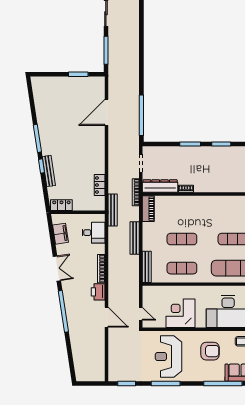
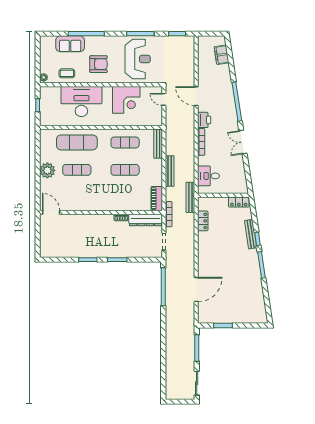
filing cabinet: (60, 234) -> (222, 55), moved
armchair: (210, 351) -> (98, 64), turned 180

